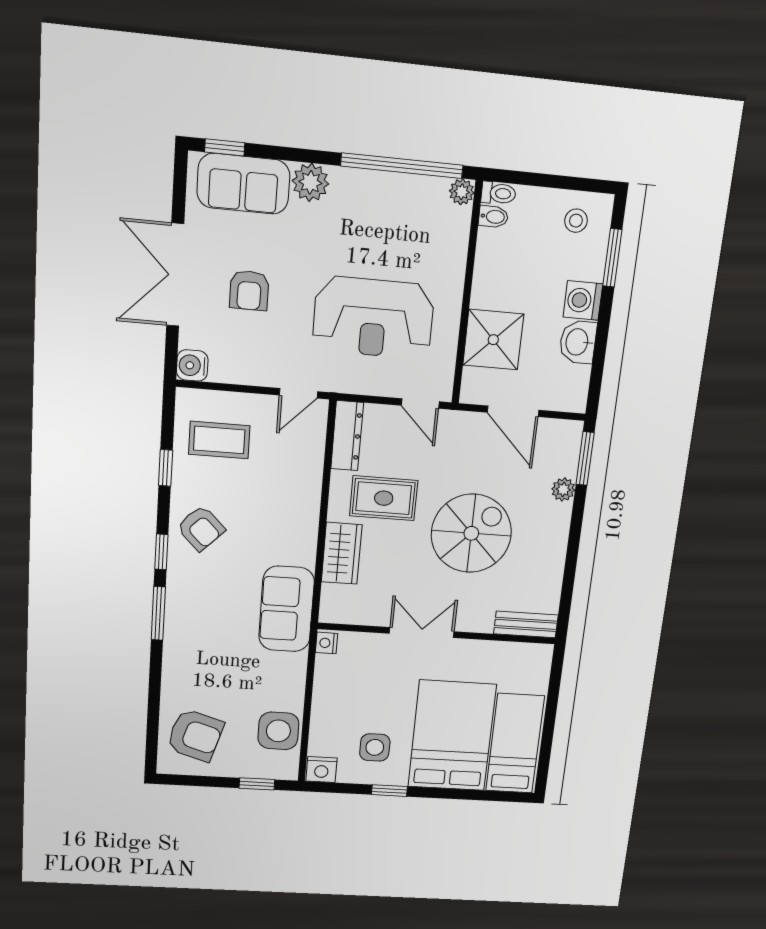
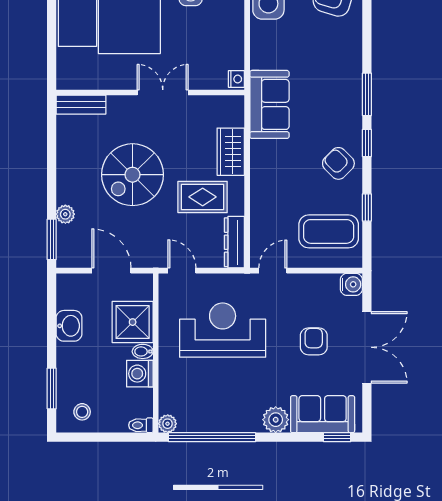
bidet: (493, 217) -> (143, 351), moved
washing machine: (583, 300) -> (140, 374), moved, turned 180
coffee table: (219, 440) -> (329, 231), width x1.36, depth x1.32
double door: (422, 632) -> (163, 93), swing flipped

